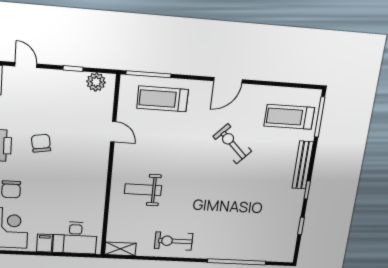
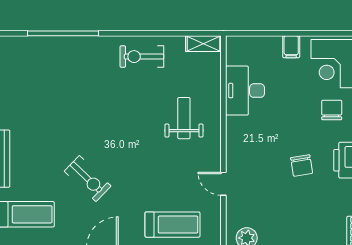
weight bench: (143, 190) -> (184, 118), turned -90
desk: (75, 238) -> (245, 91), moved, turned -90
exercise bike: (174, 241) -> (142, 57), turned 180

